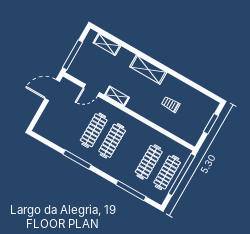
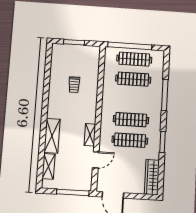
shelving: (148, 70) -> (52, 136), moved
door: (91, 90) -> (96, 160), hinge flipped
wardrobe: (50, 134) -> (152, 177), added
window: (77, 160) -> (163, 142), width x0.69
window: (131, 191) -> (165, 95), moved

